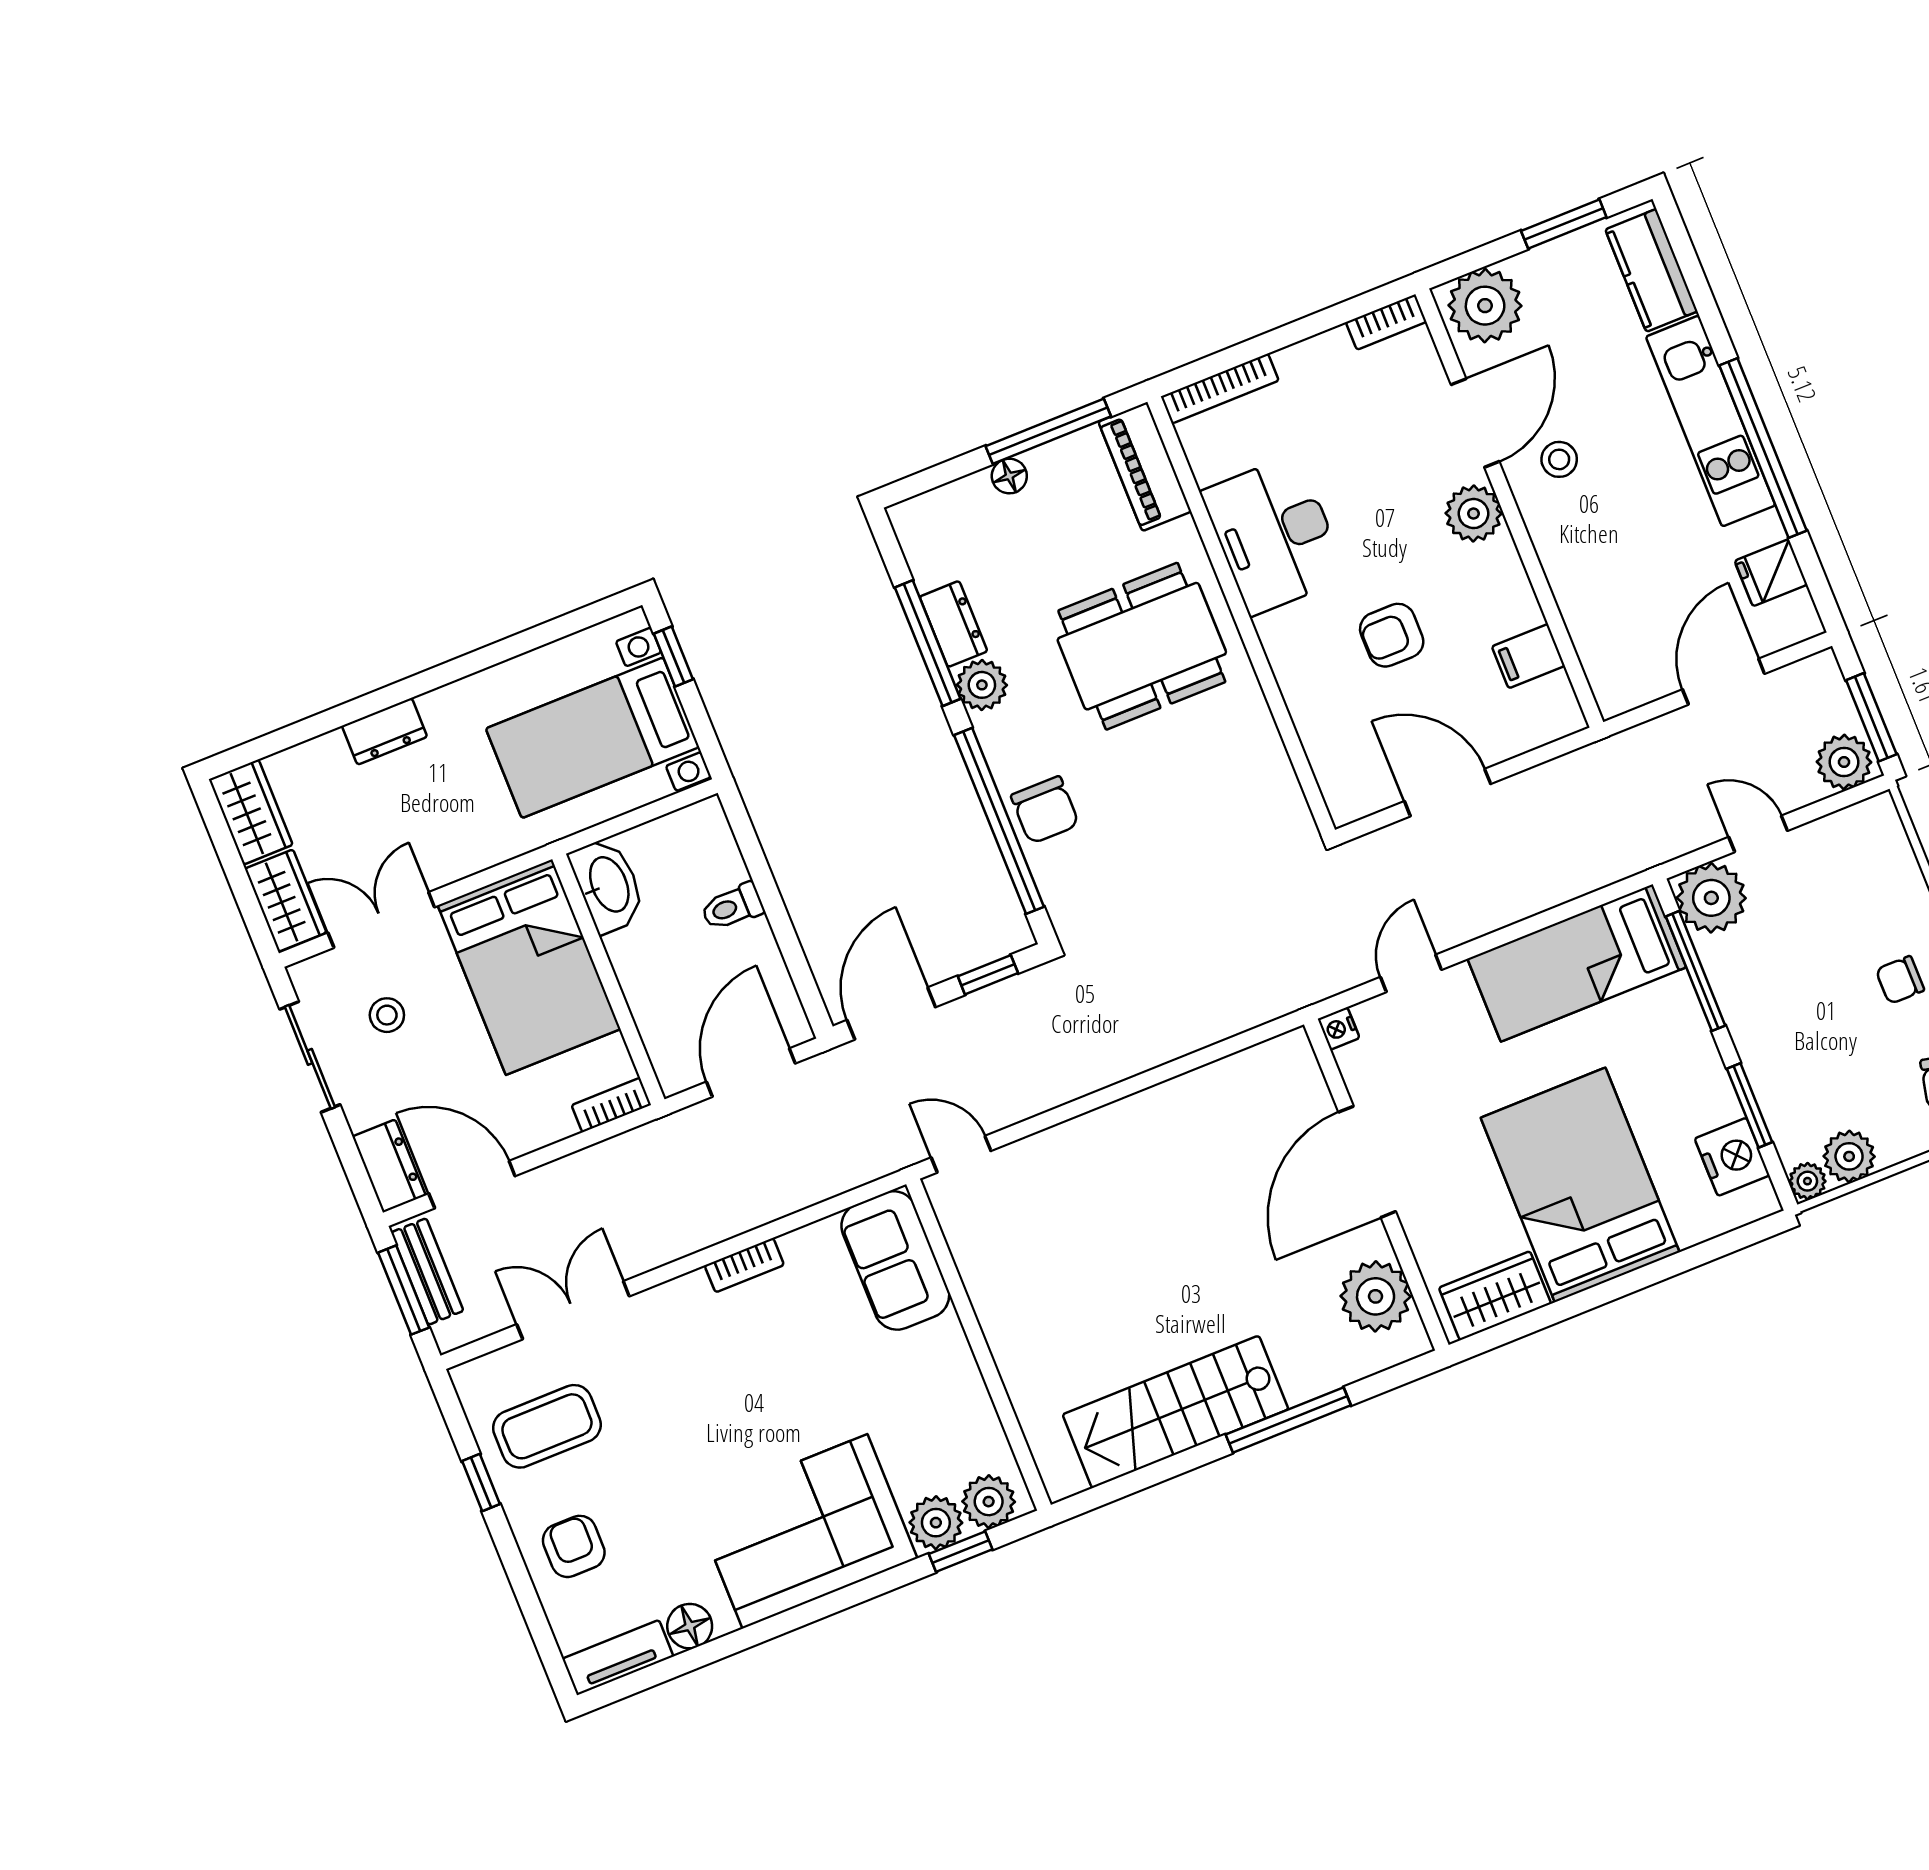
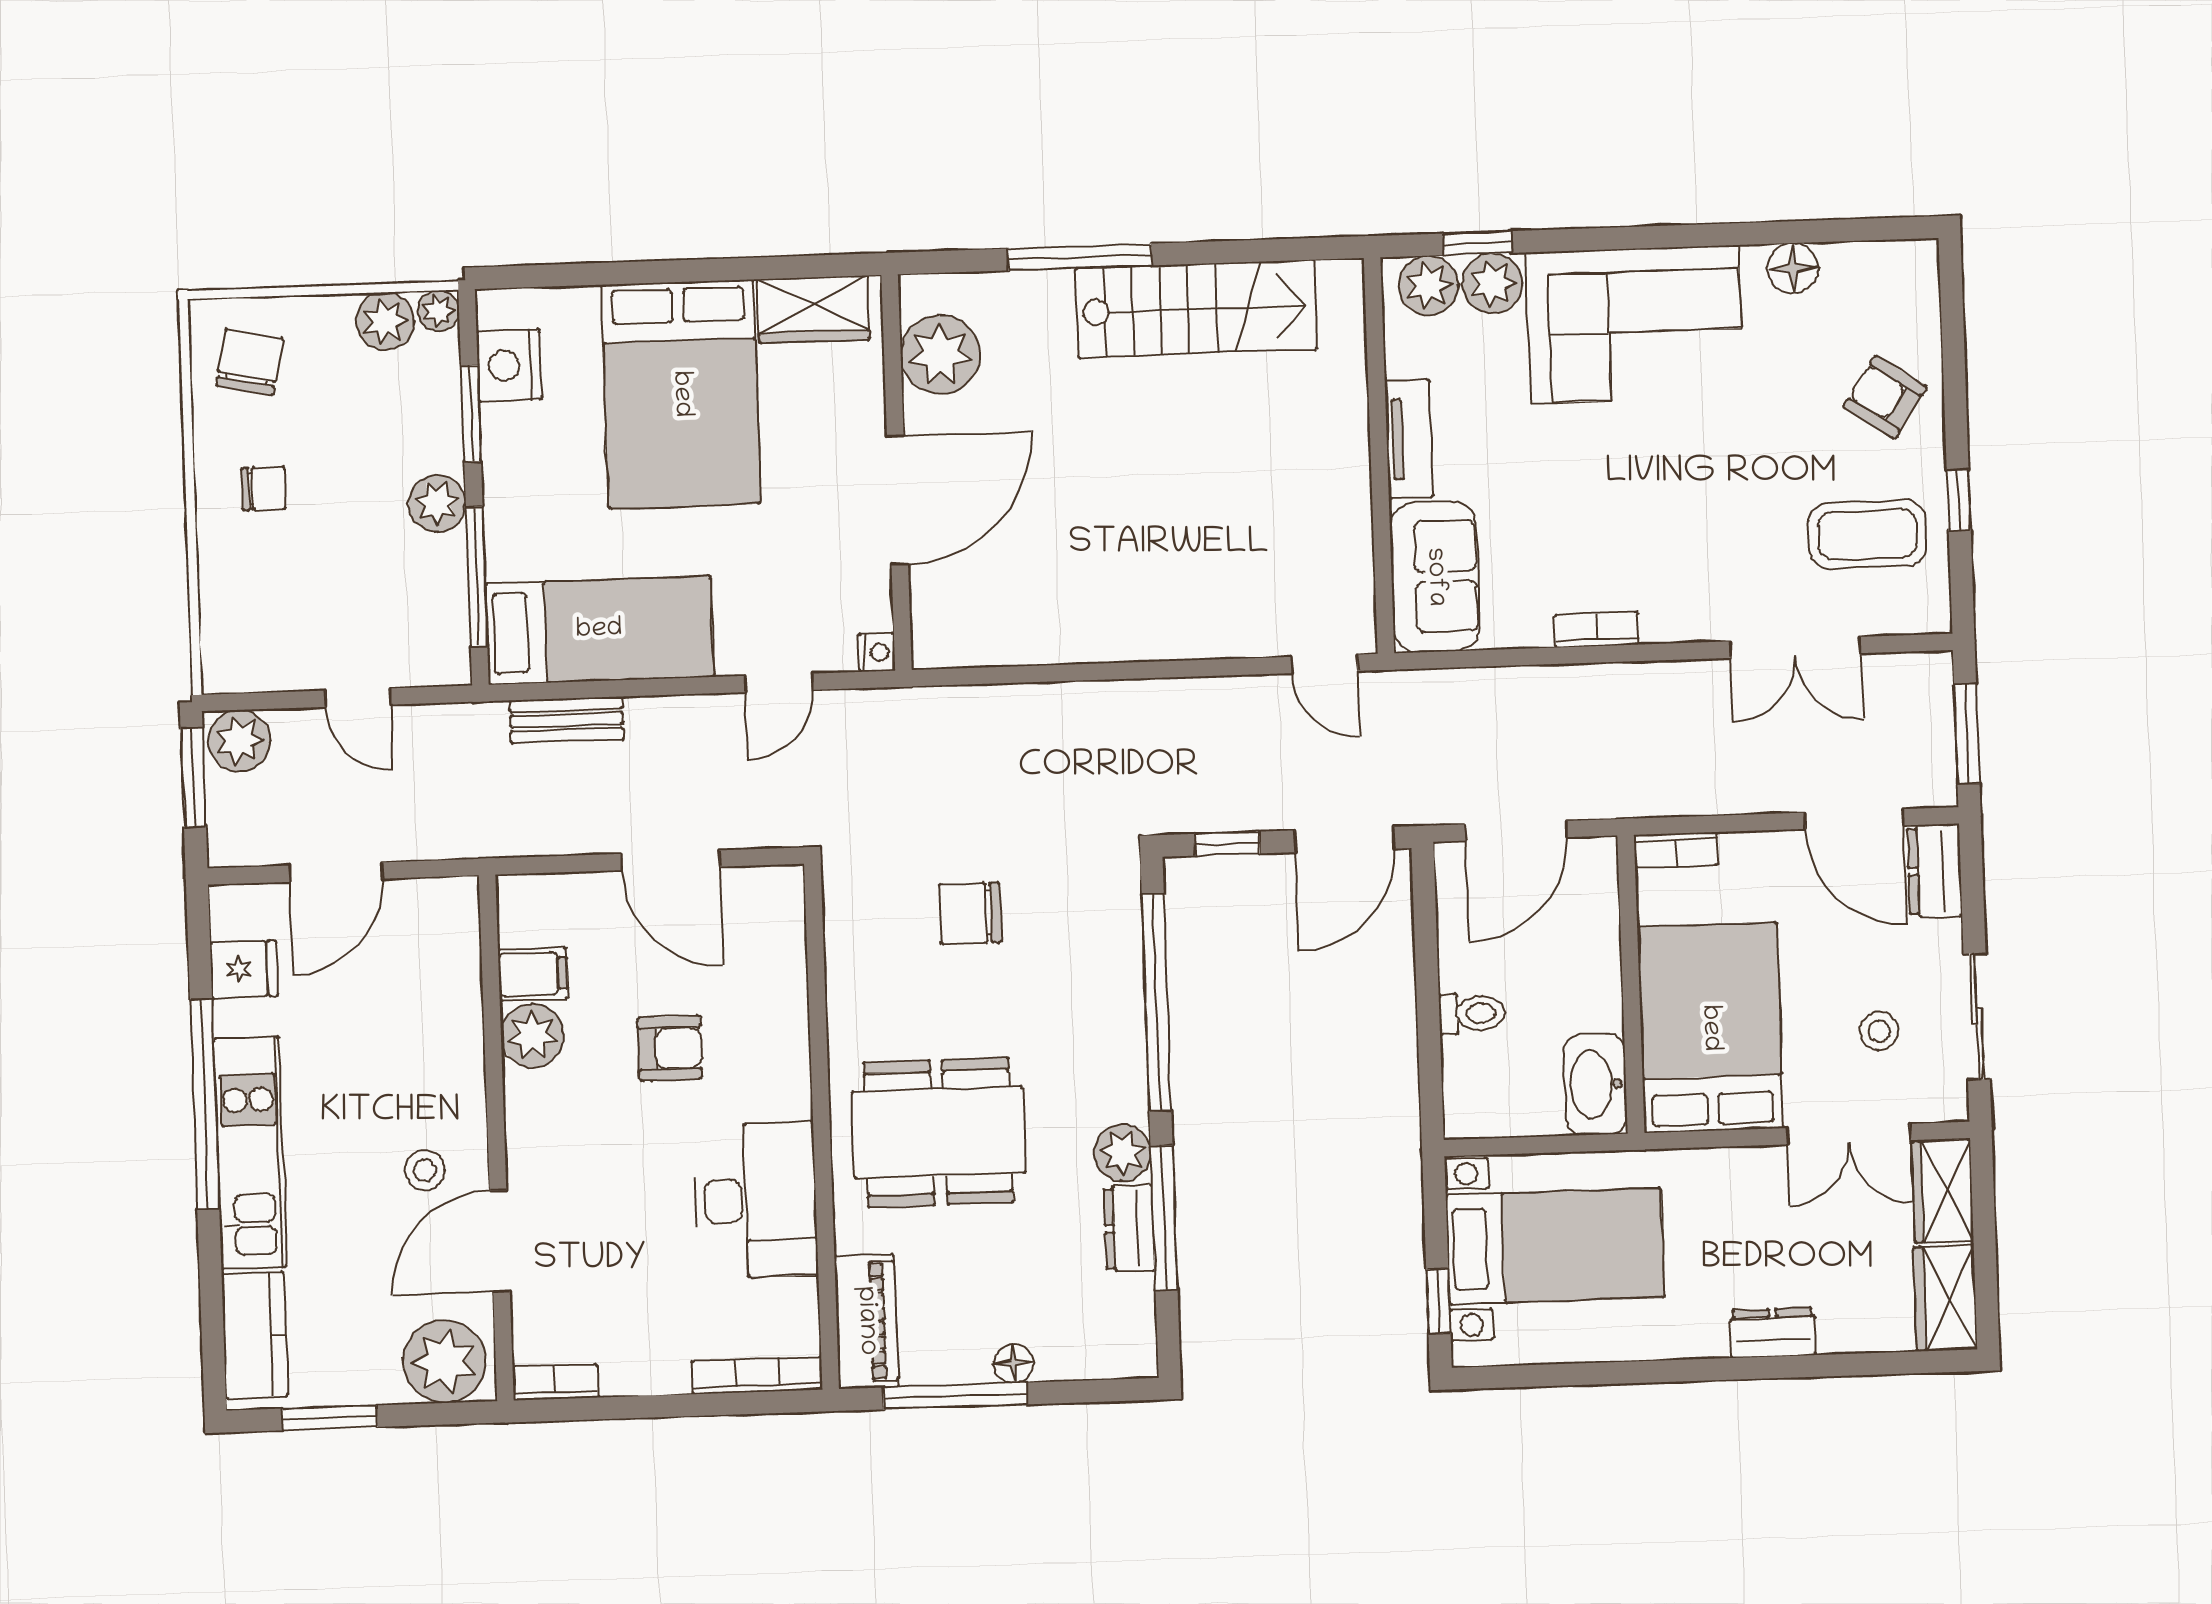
plant: (1474, 514) -> (532, 1035), moved
chair: (1045, 810) -> (970, 913), moved, turned -90
plant: (1711, 898) -> (437, 503), moved, width x0.73, depth x0.73
bench: (427, 1272) -> (567, 720), moved, turned 90
armchair: (574, 1546) -> (1885, 397), turned 124
tv unit: (618, 1658) -> (1409, 439), moved, turned -90

